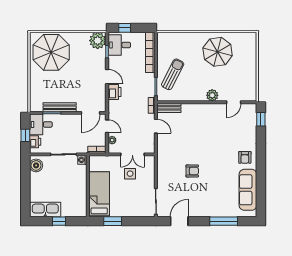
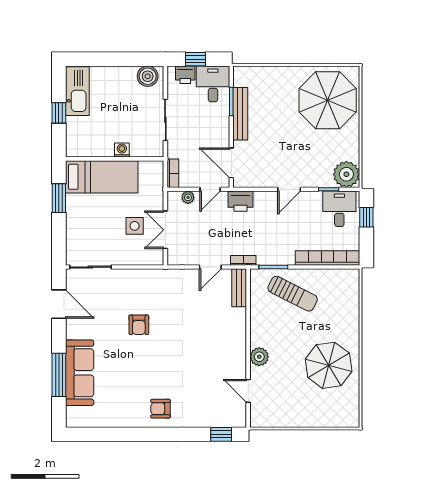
printer: (115, 92) -> (240, 201), moved
washing machine: (82, 160) -> (122, 150), moved
sofa: (248, 190) -> (80, 373), moved, turned 90

